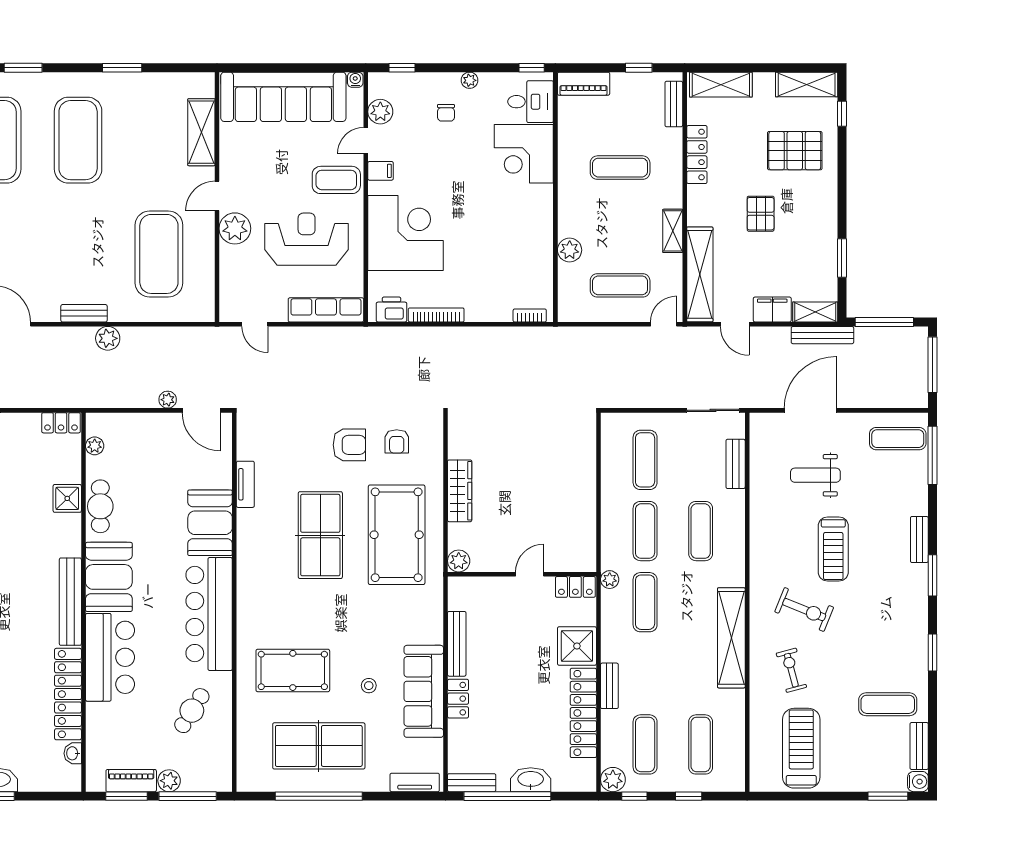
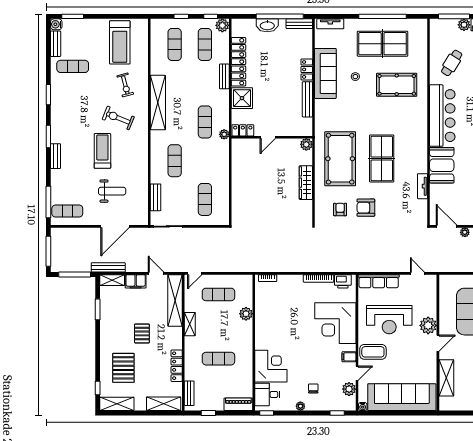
pallet: (795, 151) -> (123, 368), turned 90
exercise mat: (645, 531) -> (205, 161), removed

